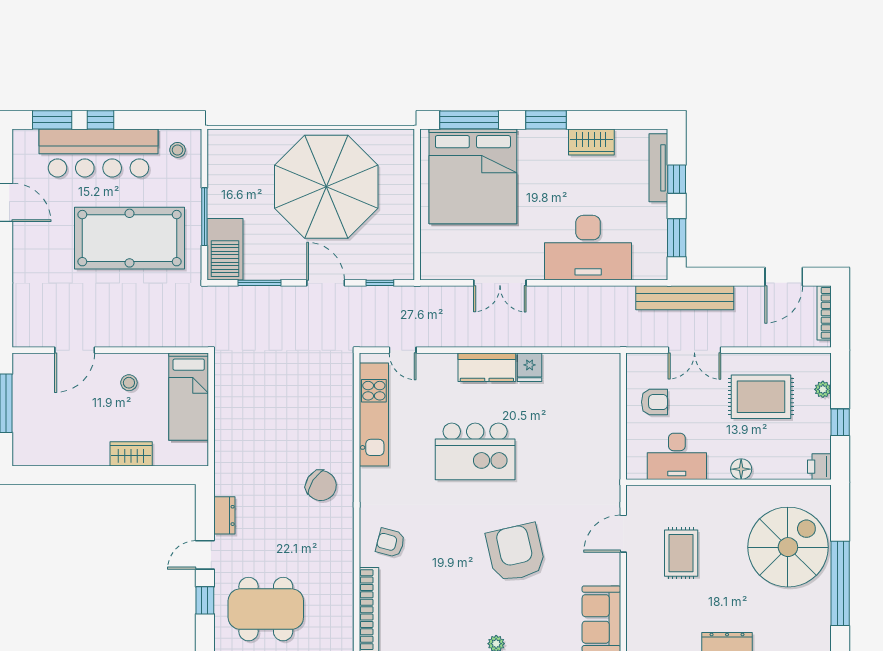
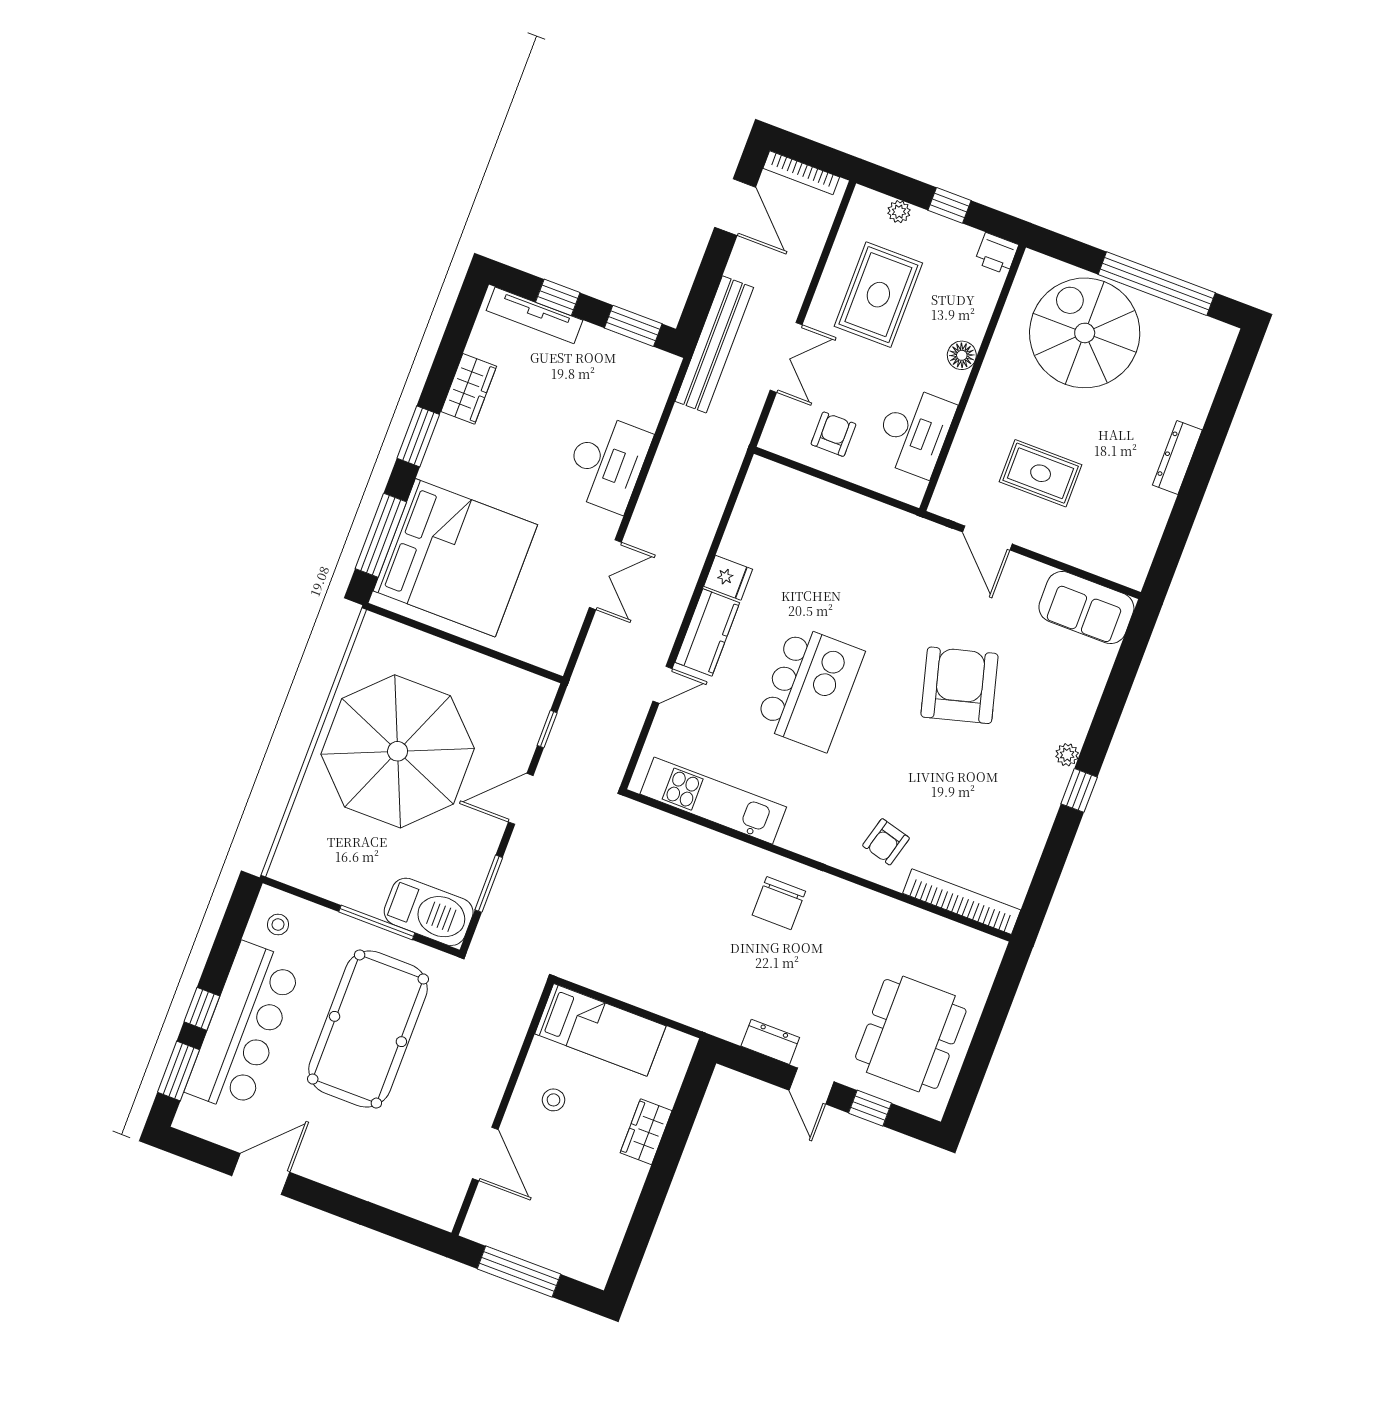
desk: (588, 248) -> (607, 463), width x0.73, depth x0.77
door: (403, 350) -> (663, 685), moved
chair: (321, 486) -> (779, 903), turned 146
armchair: (516, 553) -> (960, 685), turned 88

